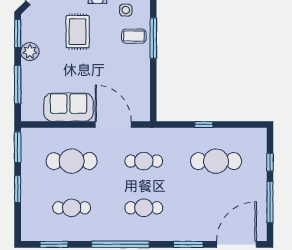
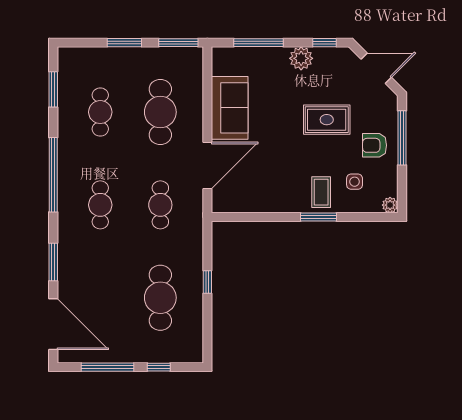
window: (18, 33) -> (325, 43), width x0.67
window: (153, 38) -> (318, 217), width x0.69

